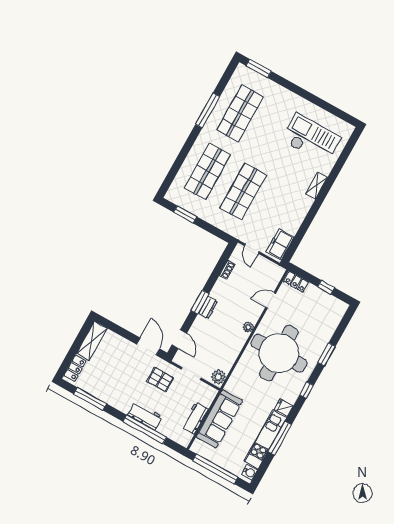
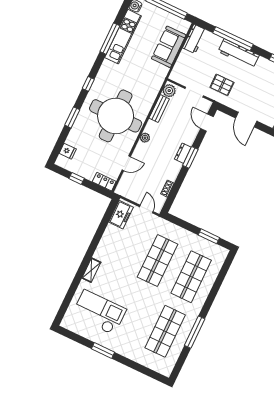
window: (259, 68) -> (103, 350), moved
checkout: (311, 139) -> (99, 312), turned 180
door: (148, 347) -> (246, 120), moved
bench: (231, 358) -> (159, 108), added
fridge: (284, 408) -> (68, 151), moved
workbench: (145, 416) -> (239, 53), width x1.37
workbench: (195, 418) -> (194, 39), moved
sofa: (219, 419) -> (169, 47), width x0.73

